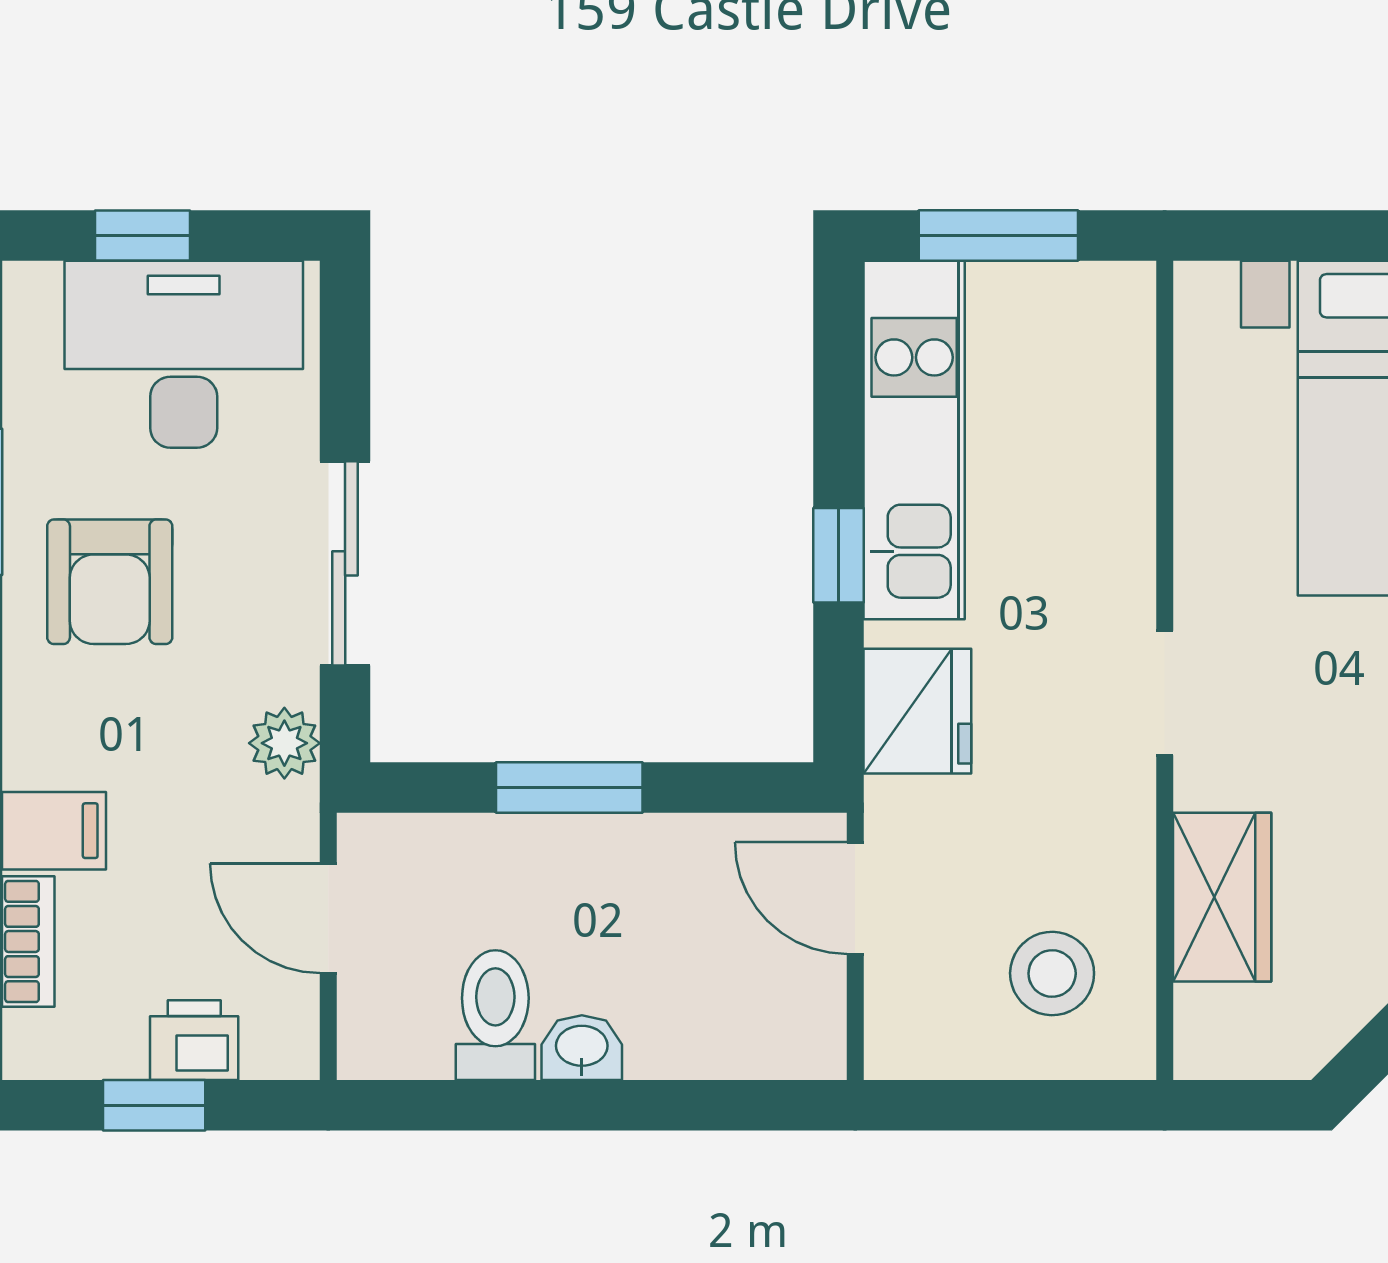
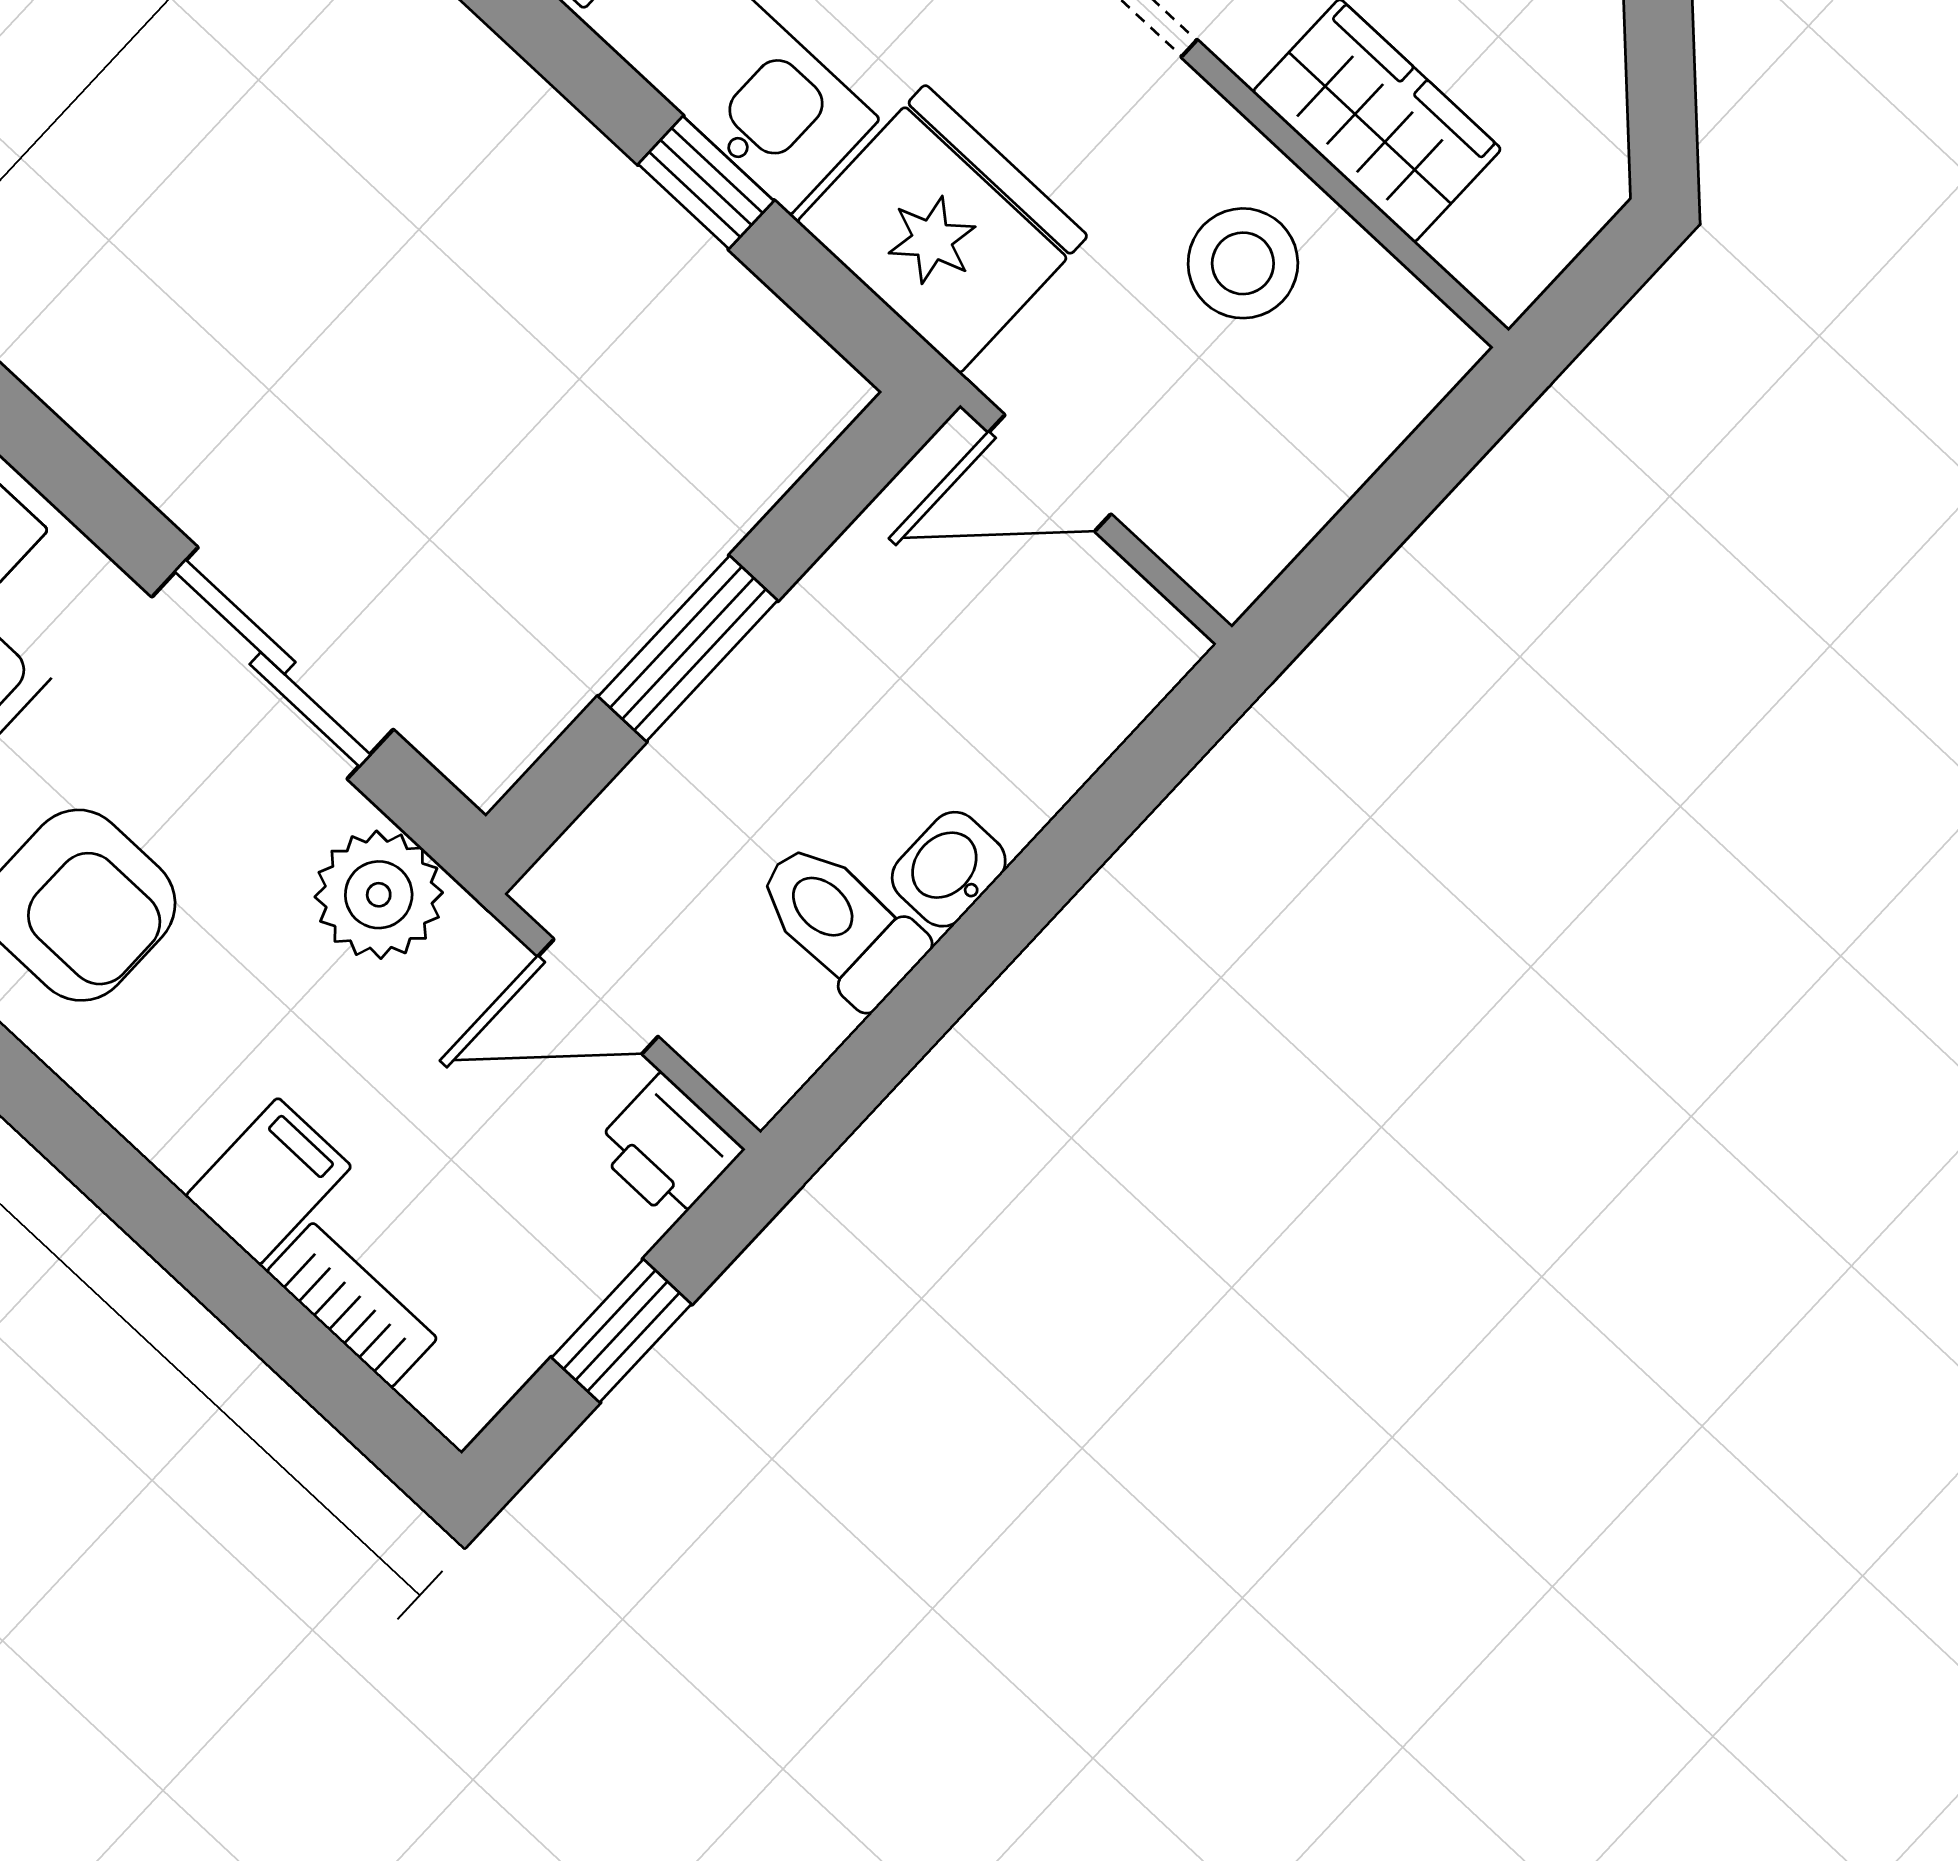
fridge: (917, 711) -> (942, 229), width x1.36, depth x1.34
plant: (284, 743) -> (379, 895), width x1.38, depth x1.38
stool: (1052, 973) -> (1243, 263), moved
printer: (194, 1040) -> (668, 1148), moved, turned -90

